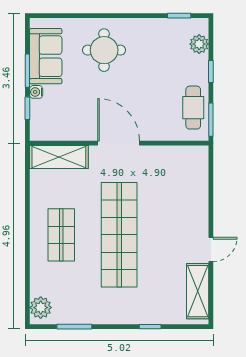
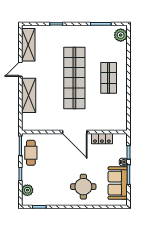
locker: (73, 132) -> (102, 139), added
shelving: (59, 157) -> (29, 95), moved, turned 90

